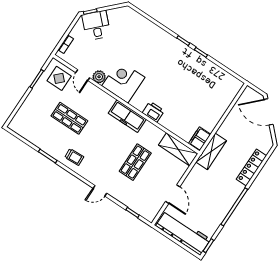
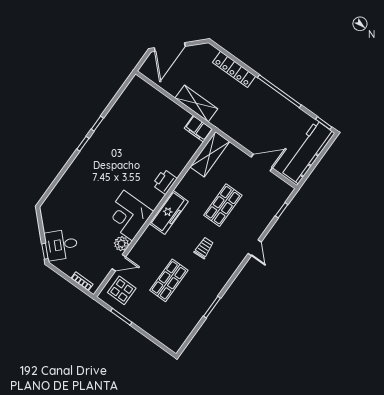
shelving: (211, 151) -> (196, 103), moved
trolley: (74, 157) -> (204, 248), moved
shop shelf: (135, 162) -> (223, 205), turned 90

